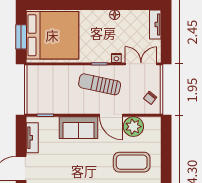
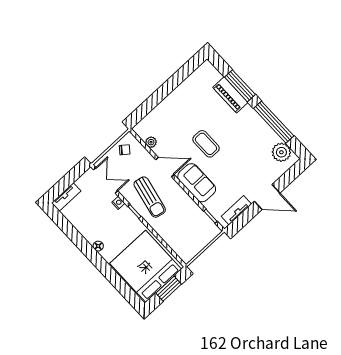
floor lamp: (115, 15) -> (98, 246), moved
double door: (141, 64) -> (106, 180), swing flipped
door: (111, 115) -> (165, 167), hinge flipped
plant: (133, 127) -> (151, 142), width x0.53, depth x0.53
coffee table: (132, 162) -> (206, 144), moved, width x0.73, depth x0.76

